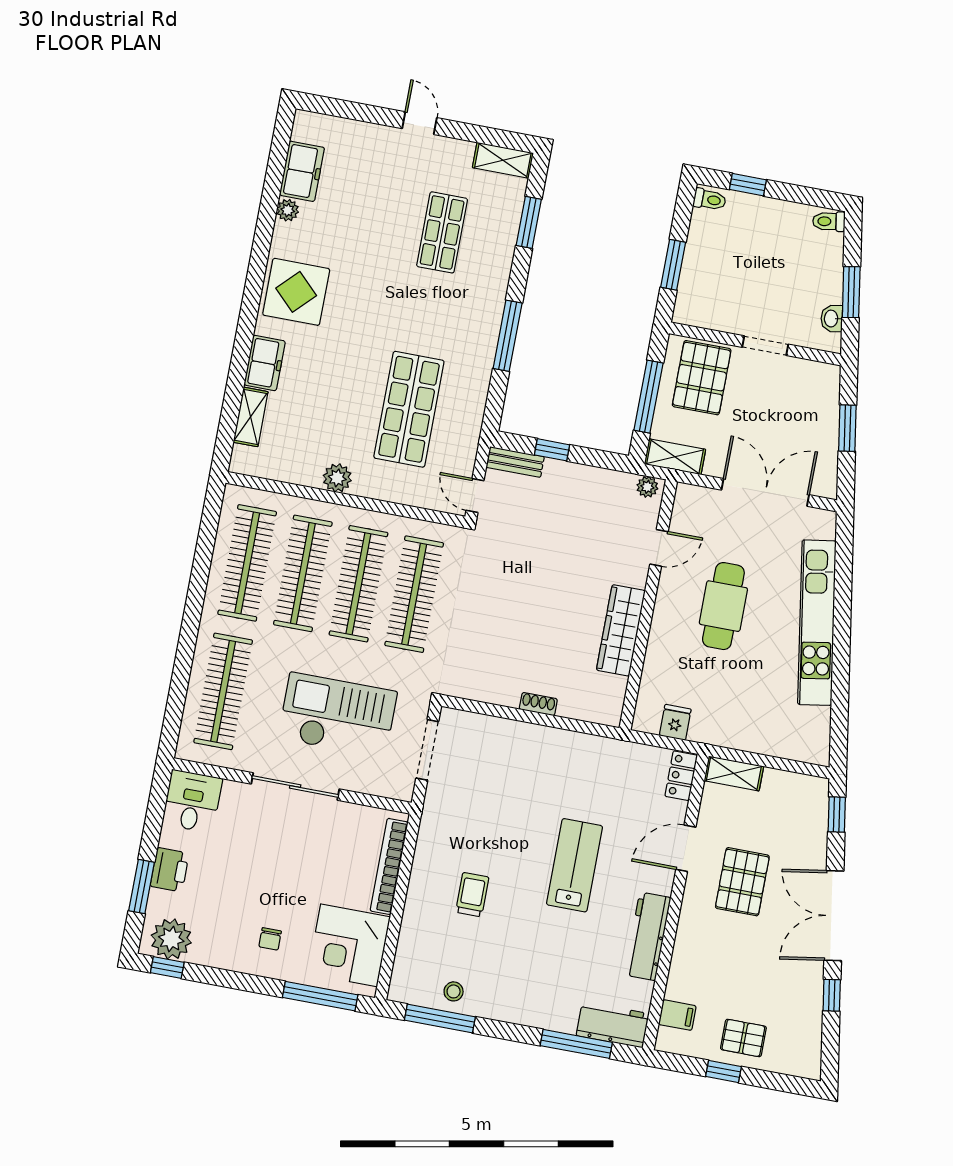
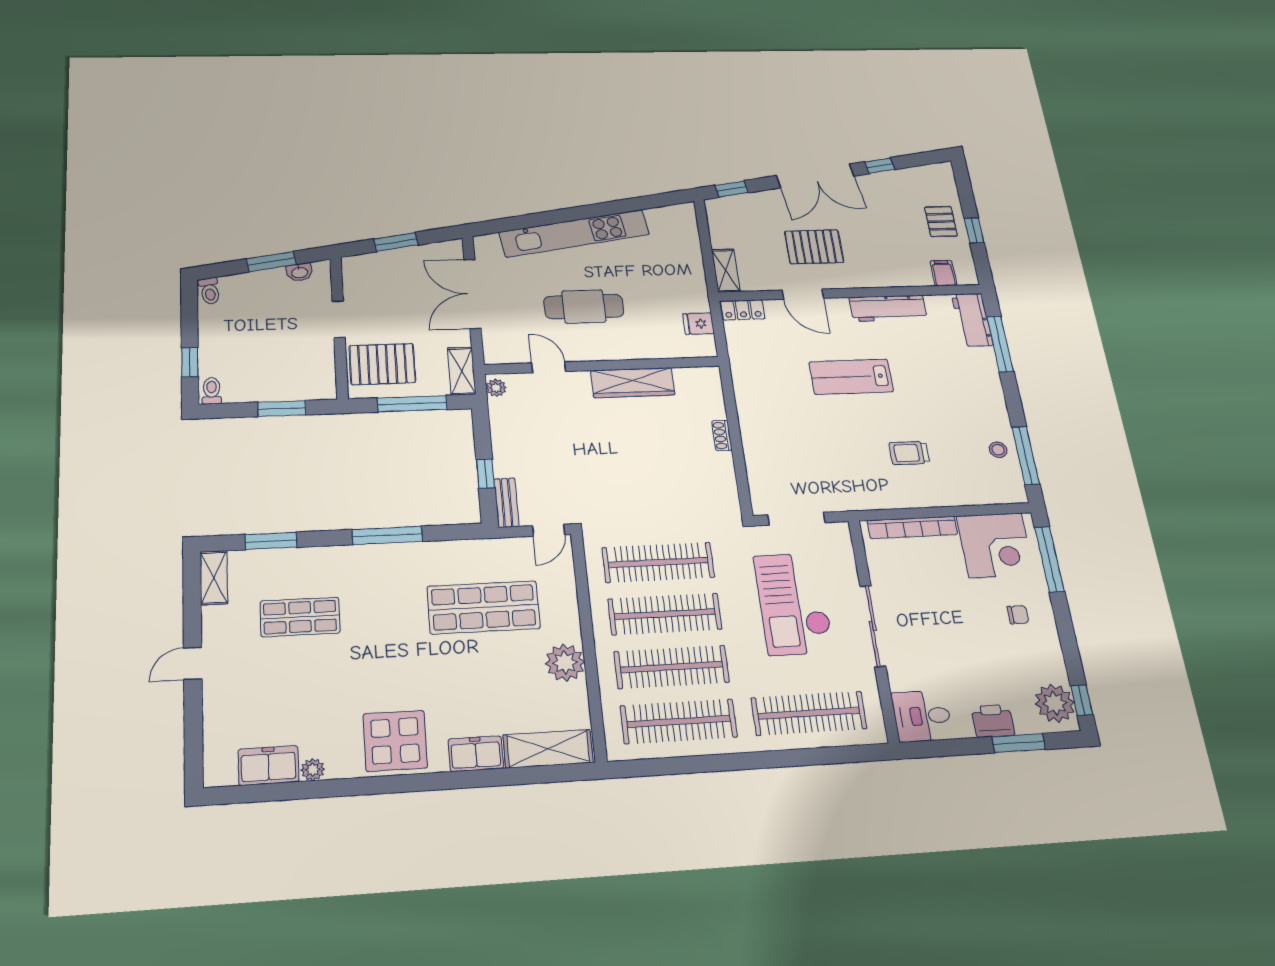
shelving: (251, 417) -> (548, 749), width x1.50, depth x1.33
plant: (337, 478) -> (565, 663), width x1.36, depth x1.36

